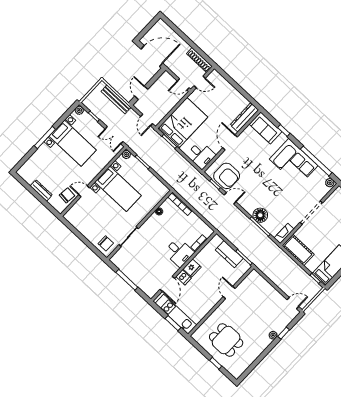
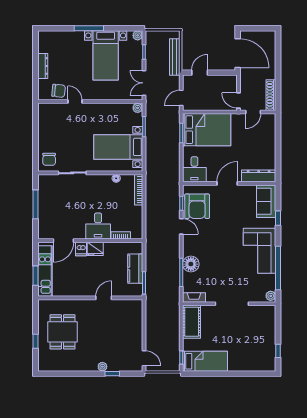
door: (200, 82) -> (253, 112), hinge flipped
bed with nightstands: (118, 189) -> (118, 147), moved, turned 90

